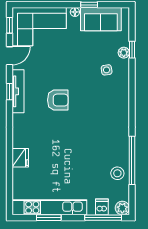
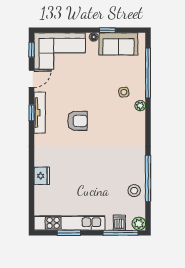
window: (132, 50) -> (148, 73), width x3.17
plant: (124, 53) -> (140, 106), moved

